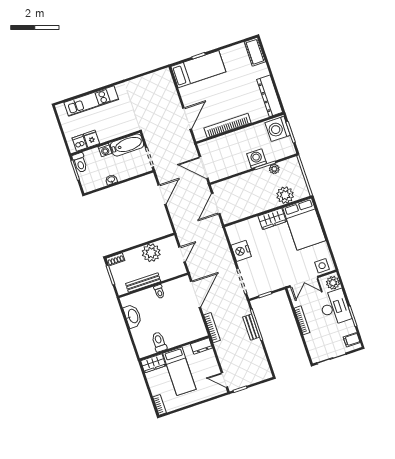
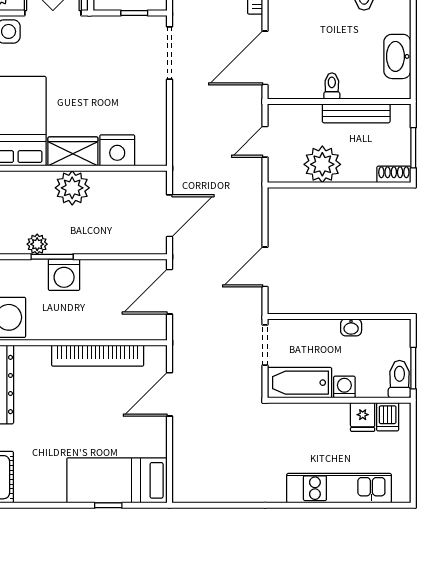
door: (204, 168) -> (169, 292), swing flipped
plant: (285, 195) -> (72, 188), moved
nightstand: (241, 251) -> (117, 150), moved, turned 90

